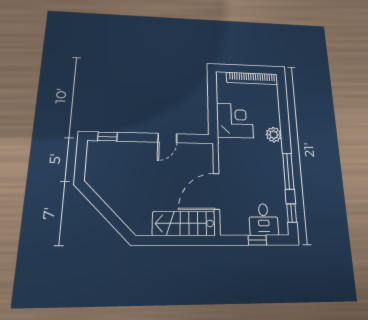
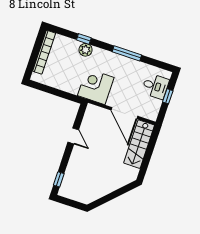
corner desk: (235, 121) -> (96, 86), moved
plant: (274, 135) -> (86, 50), moved
window: (292, 213) -> (84, 39), moved

